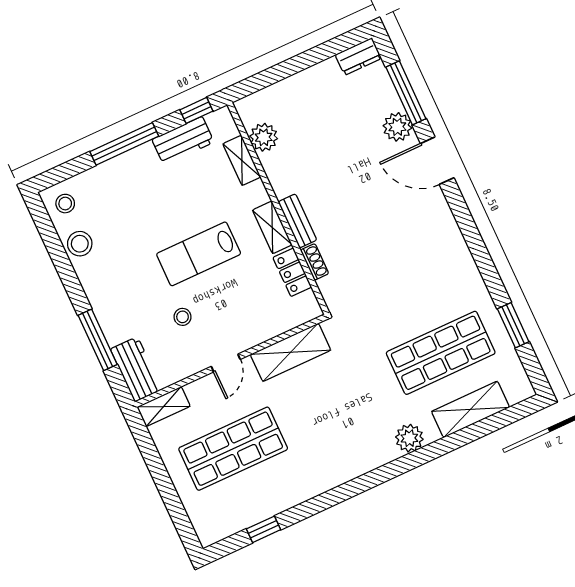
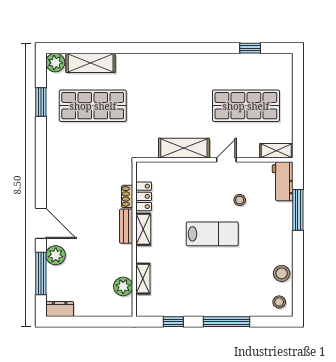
plant: (264, 137) -> (123, 286), moved
workbench: (183, 141) -> (190, 307), removed
shelving: (242, 160) -> (143, 279), moved
wall: (278, 208) -> (134, 239), moved
bench: (297, 221) -> (126, 226), moved
shelving: (272, 227) -> (143, 229), moved
shoe rack: (315, 262) -> (127, 196), moved
locker: (292, 272) -> (144, 196), moved
plant: (409, 438) -> (55, 63), moved

